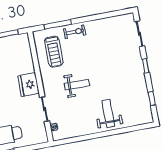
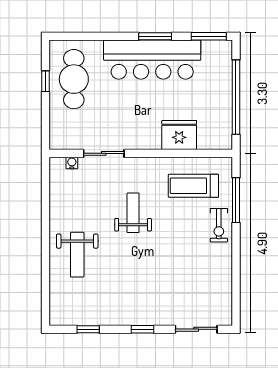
fridge: (29, 85) -> (179, 135), moved
weight bench: (77, 85) -> (133, 213), turned 180
weight bench: (108, 113) -> (77, 255), turned 90

